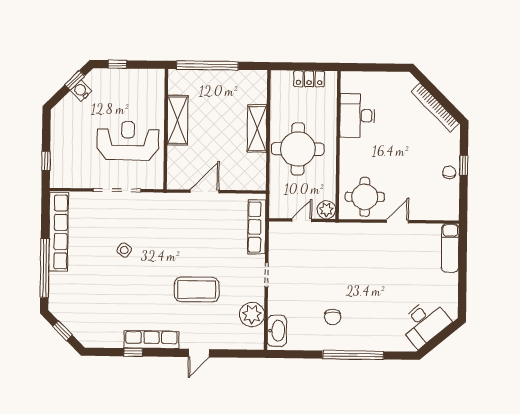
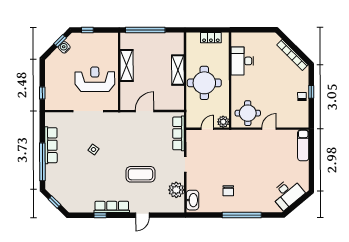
row of seats: (58, 232) -> (51, 145), width x0.73

